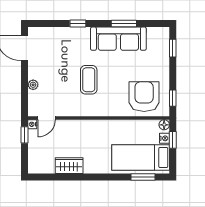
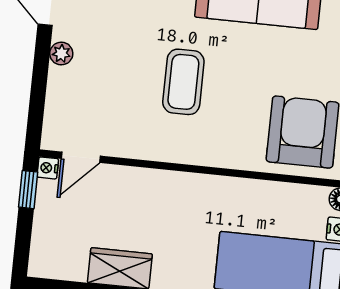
plant: (33, 85) -> (61, 54), moved

